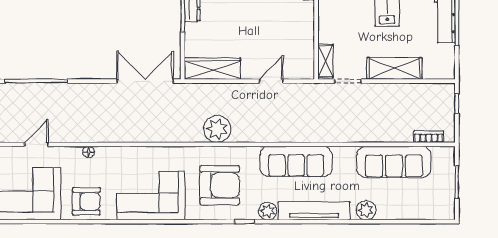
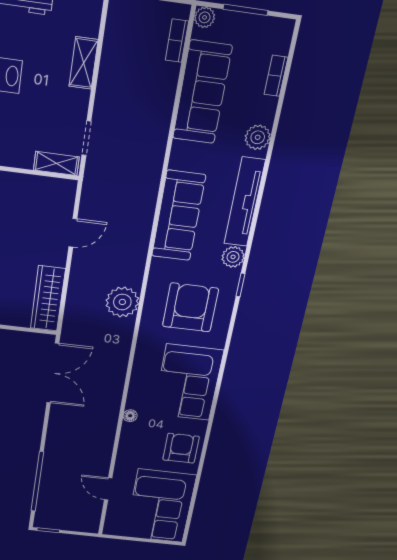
shelving: (394, 68) -> (84, 63), width x0.67, depth x0.75
double door: (145, 81) -> (53, 373), swing flipped
door: (271, 81) -> (73, 233), swing flipped
floor lamp: (89, 152) -> (130, 416), moved
plant: (448, 154) -> (205, 17), added
bookcase: (413, 214) -> (276, 76), added

